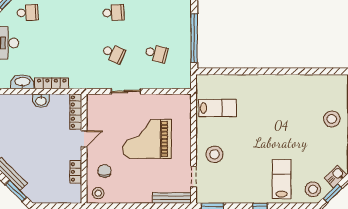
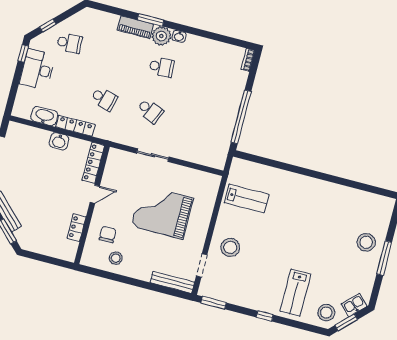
school desk: (156, 53) -> (104, 99), moved
lab bench: (282, 179) -> (295, 293), turned 180
stool: (98, 193) -> (116, 258), moved

